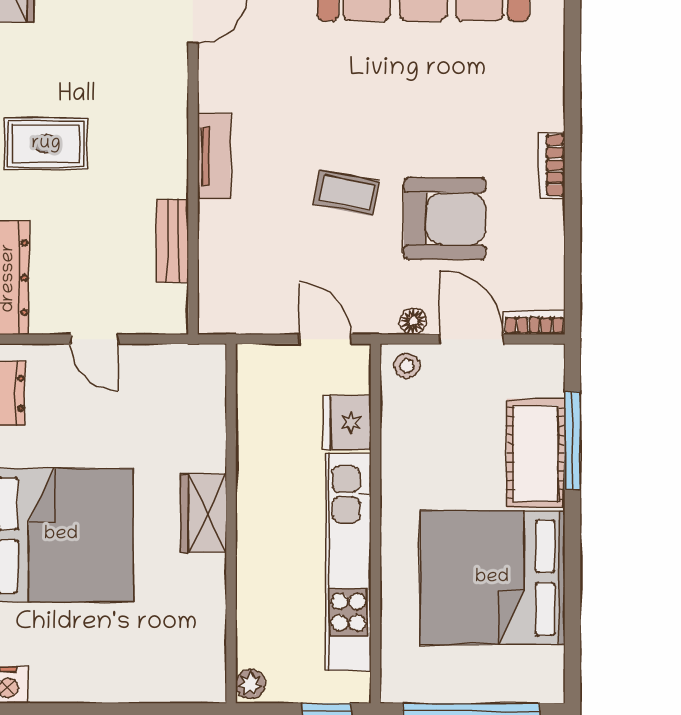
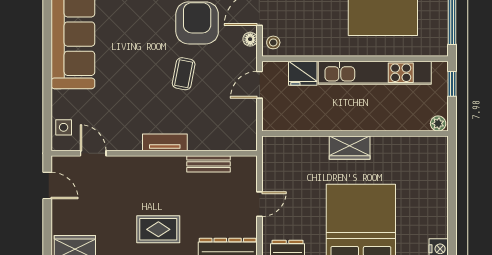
rug: (46, 144) -> (158, 229), turned 90

